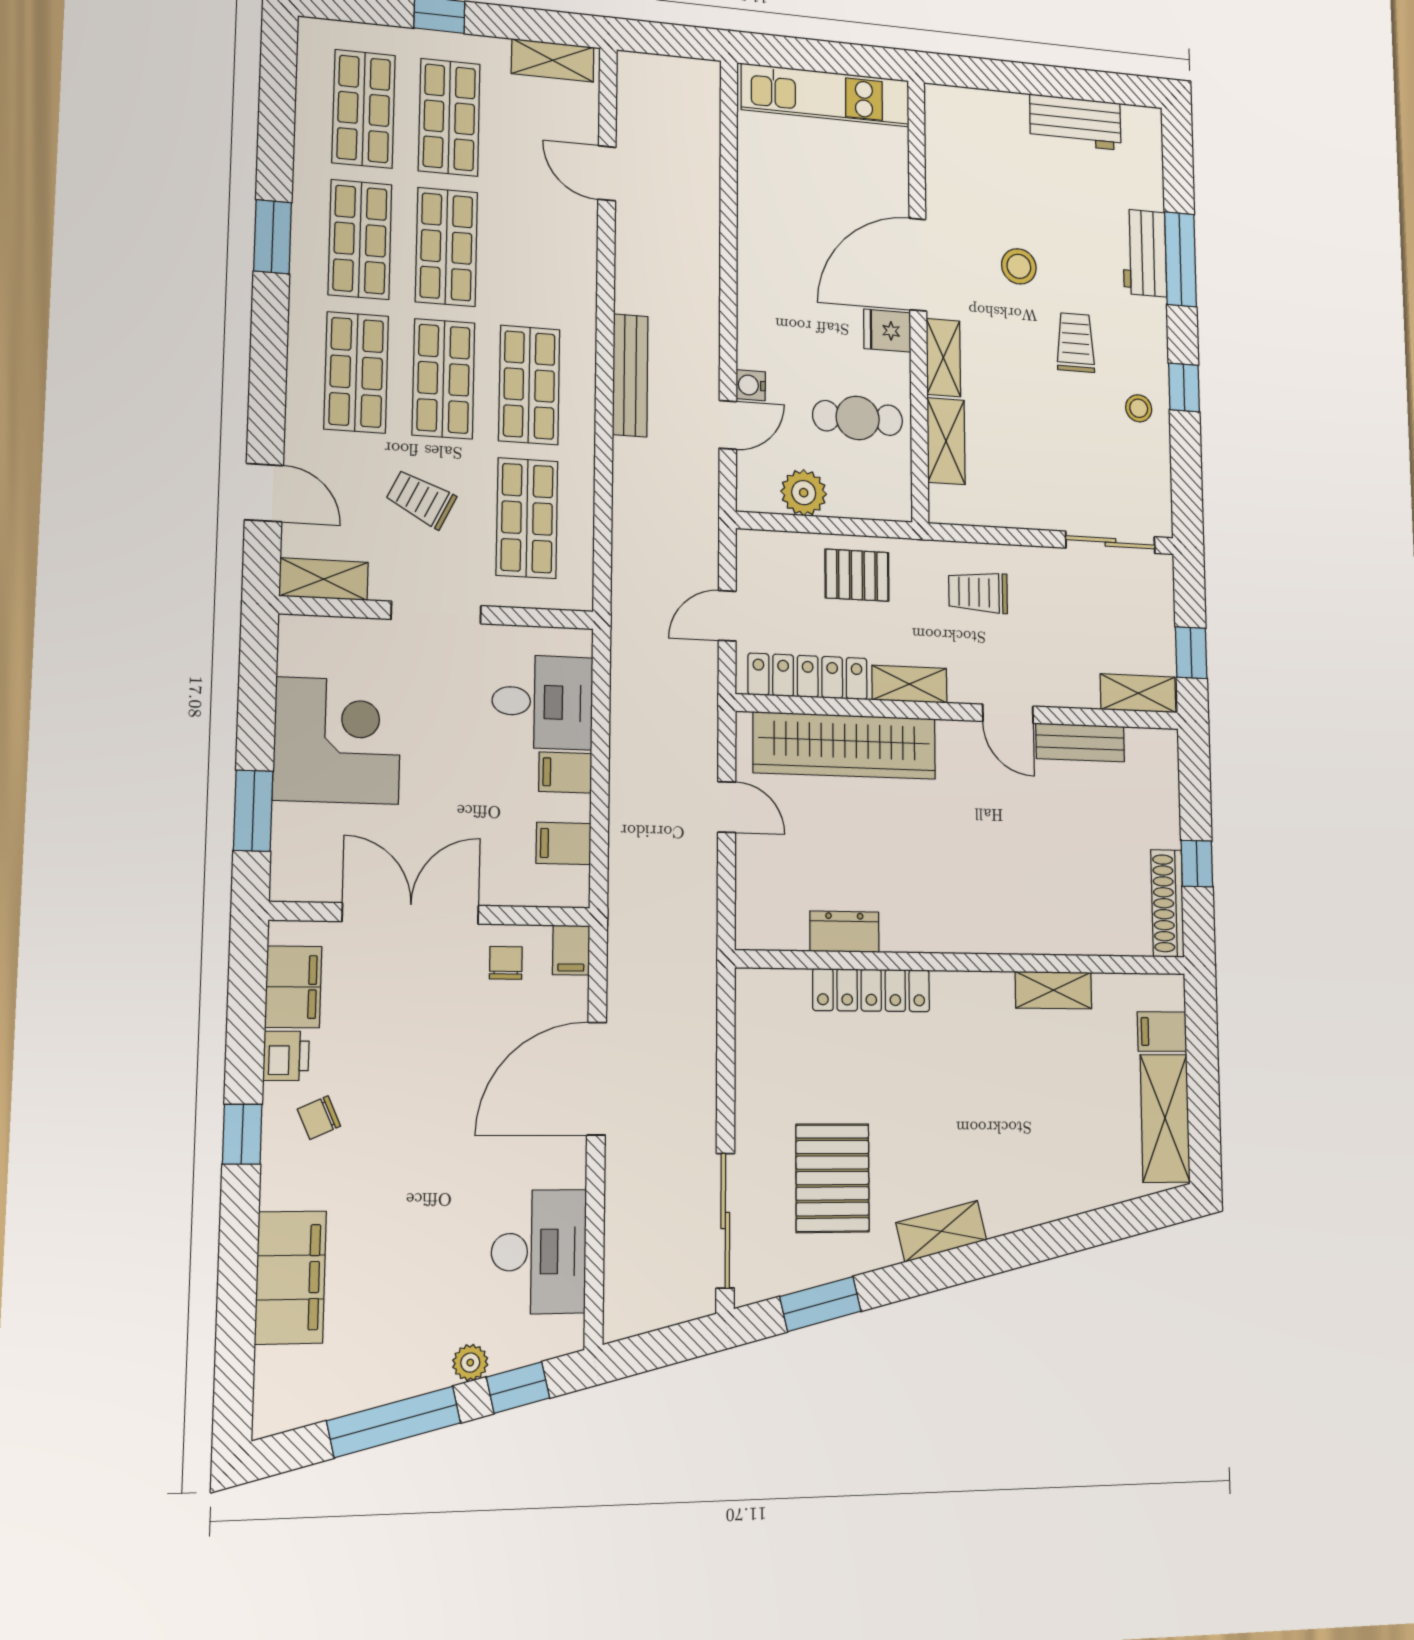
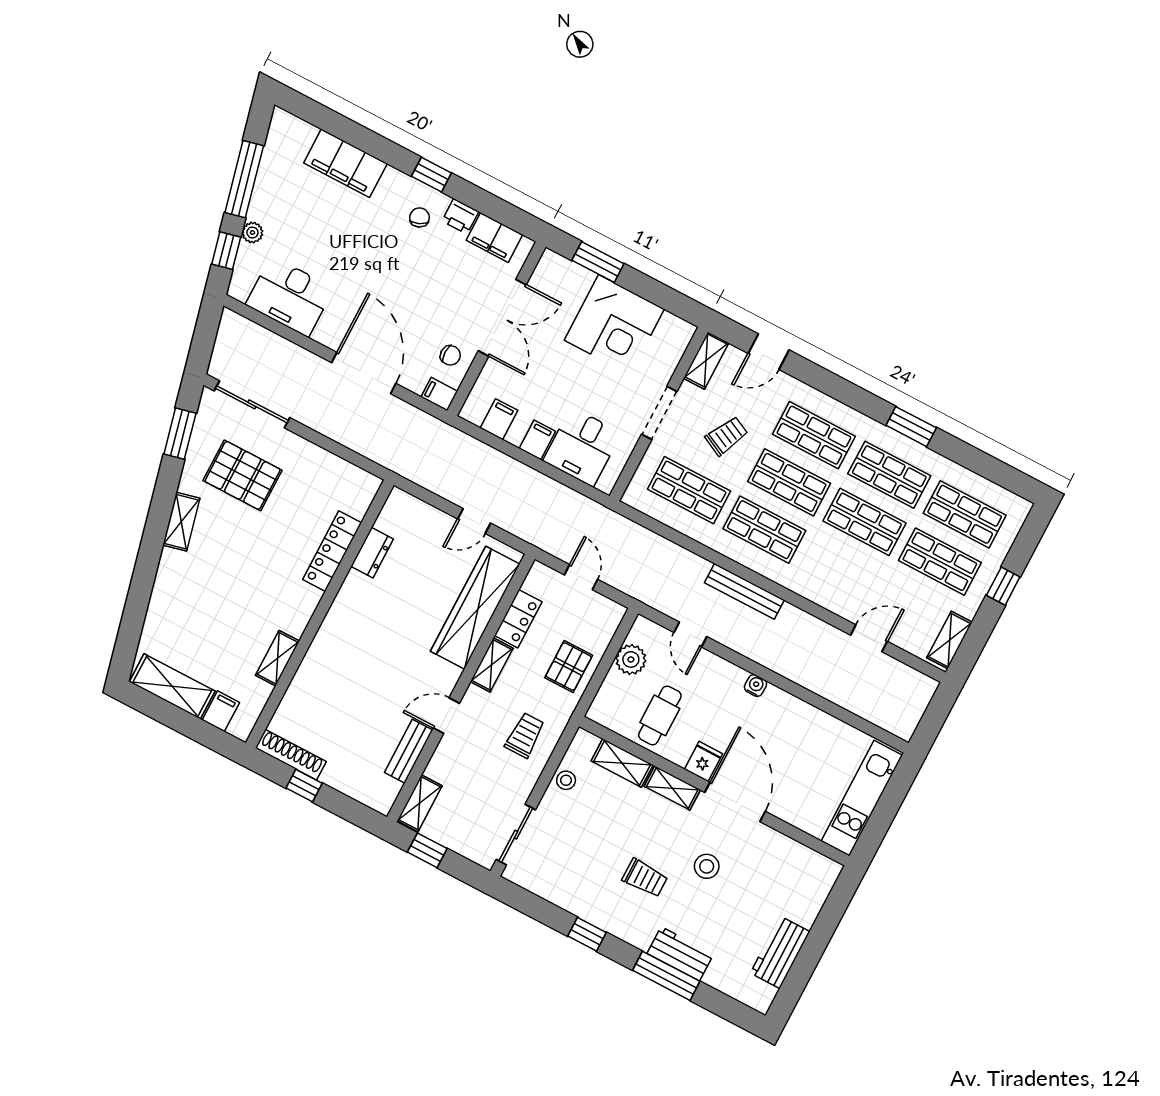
water cooler: (751, 385) -> (756, 686), moved
stool: (1139, 408) -> (566, 780), moved
locker: (808, 676) -> (518, 619), width x0.66

